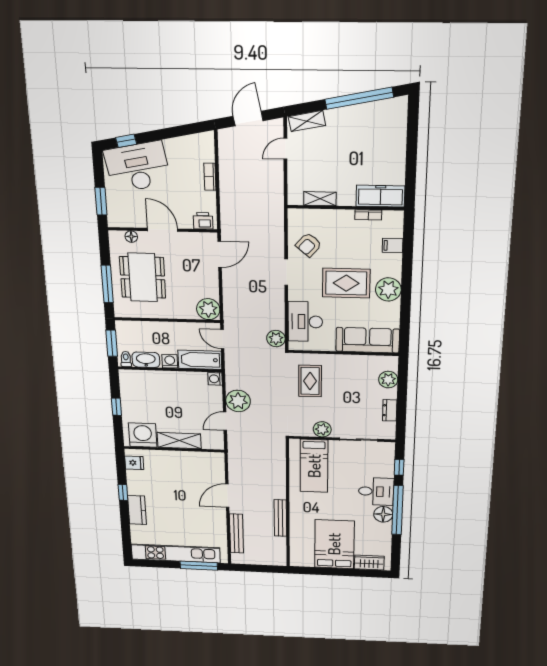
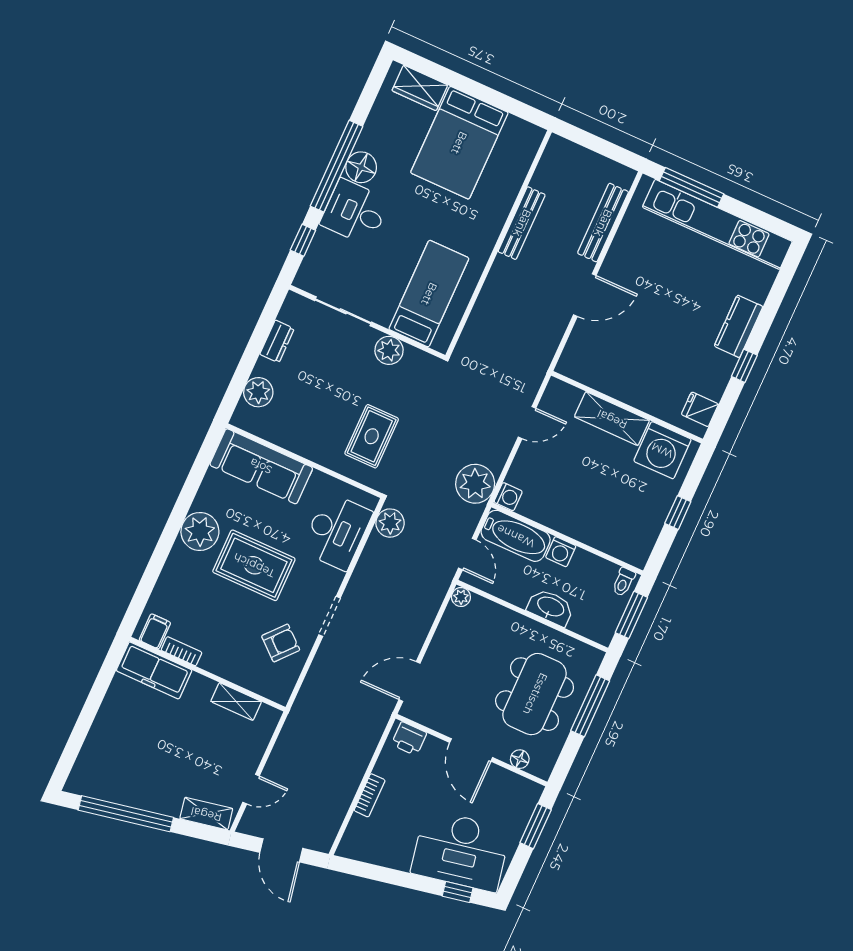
door: (248, 118) -> (281, 850), hinge flipped
filing cabinet: (393, 245) -> (155, 631), moved, turned -90
plant: (208, 309) -> (461, 597), width x0.53, depth x0.53
washbasin: (146, 360) -> (550, 607), moved, turned 180
plant: (238, 401) -> (475, 484), moved

